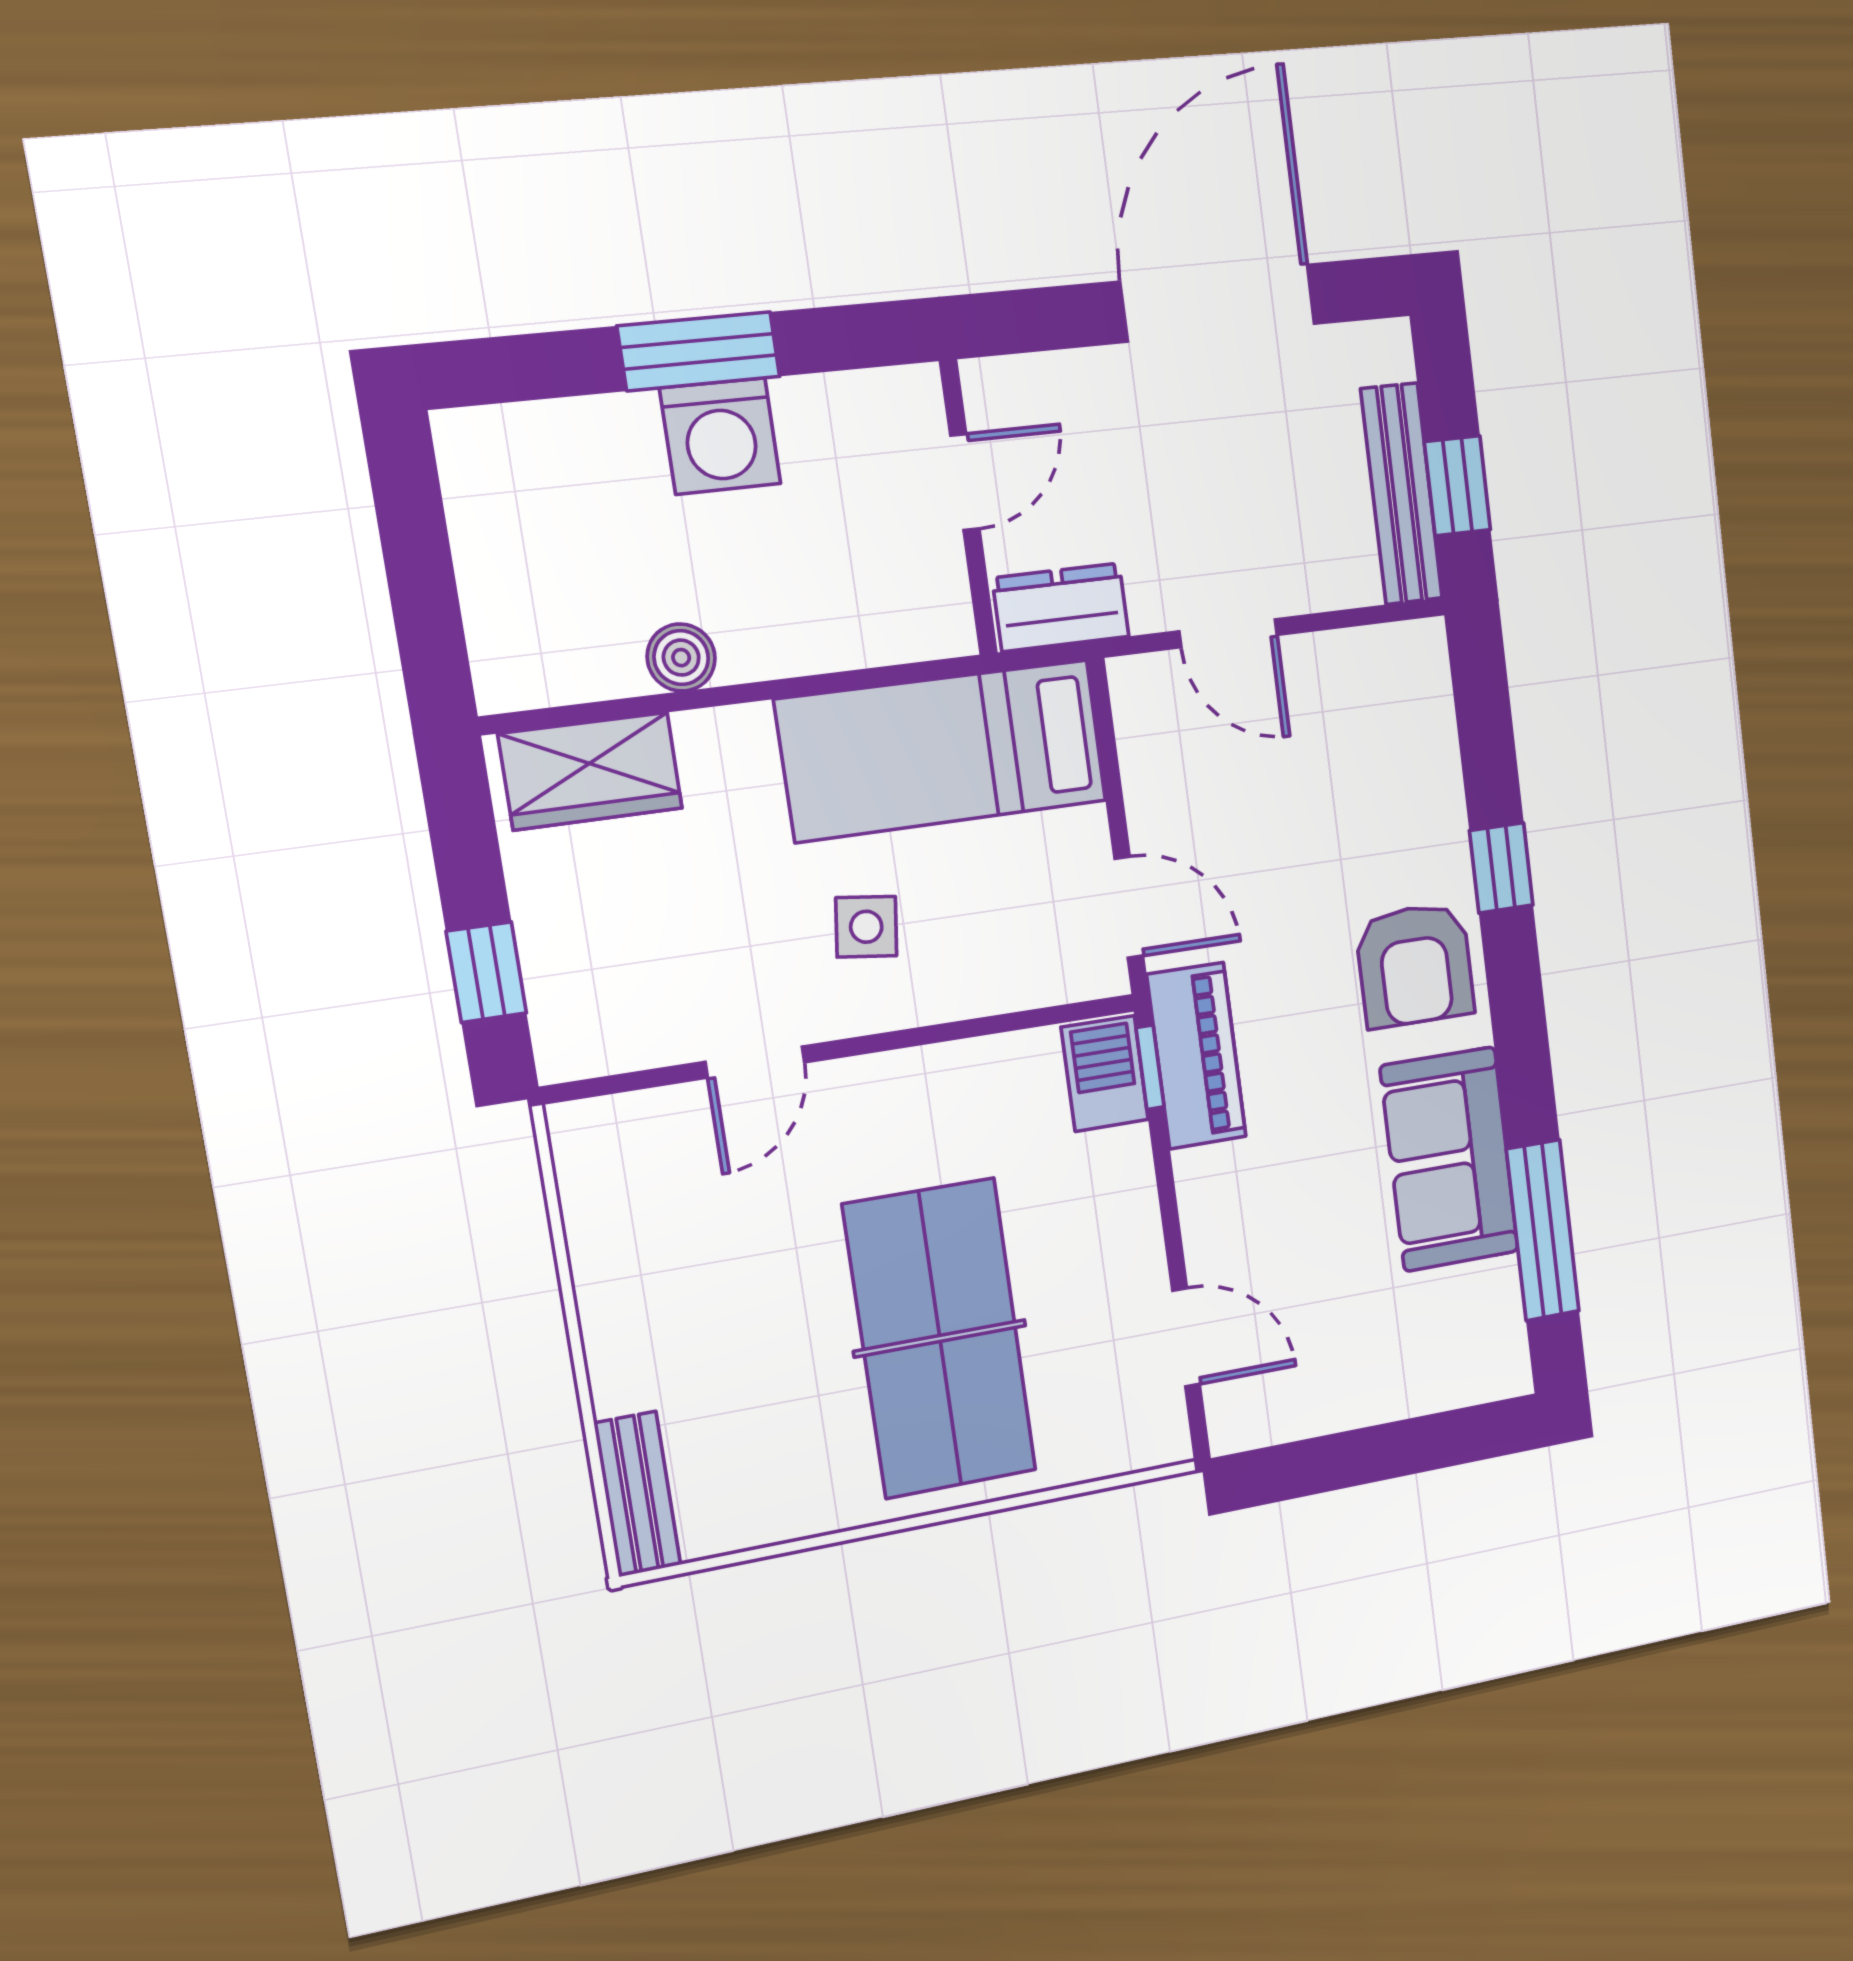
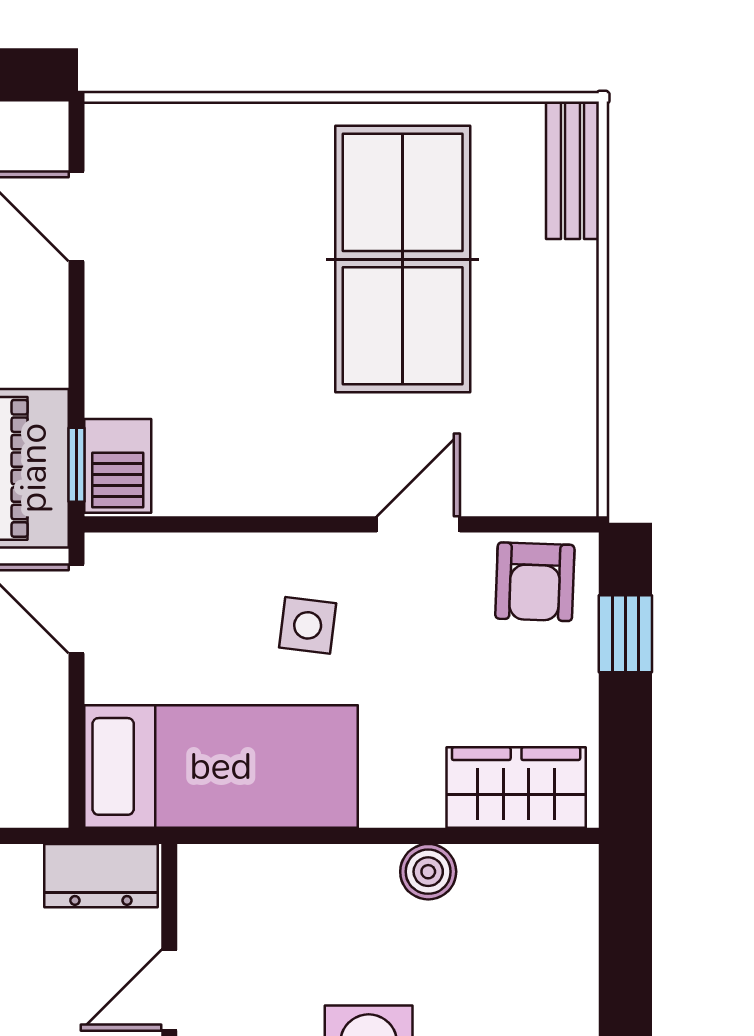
armchair: (607, 1017) -> (535, 582), added
table tennis table: (940, 1338) -> (403, 259), moved

